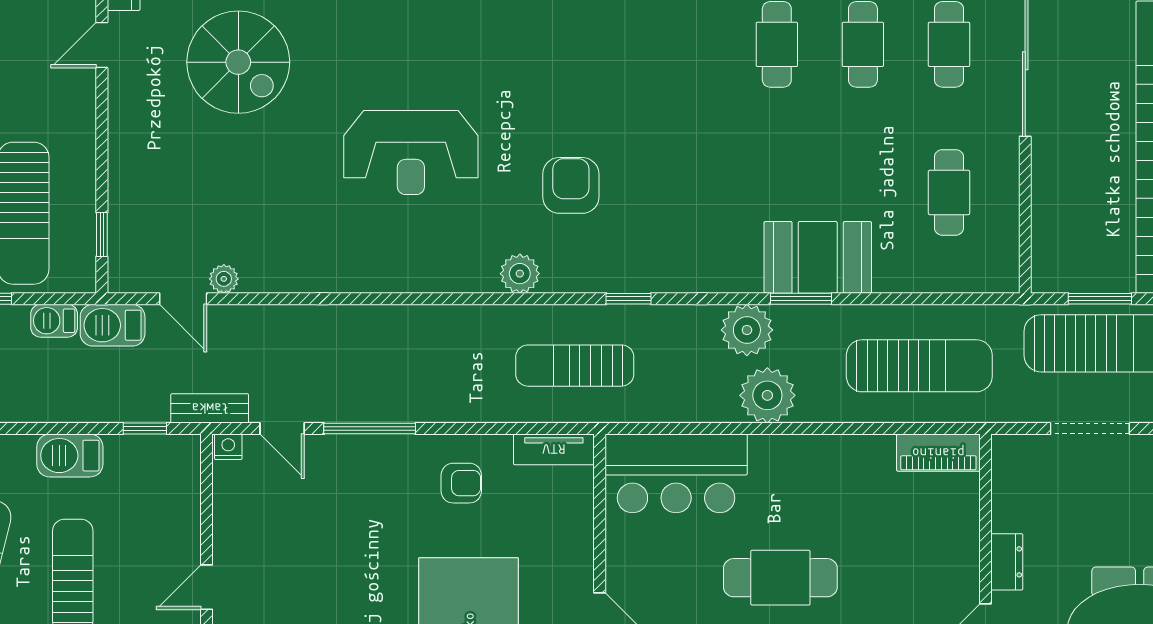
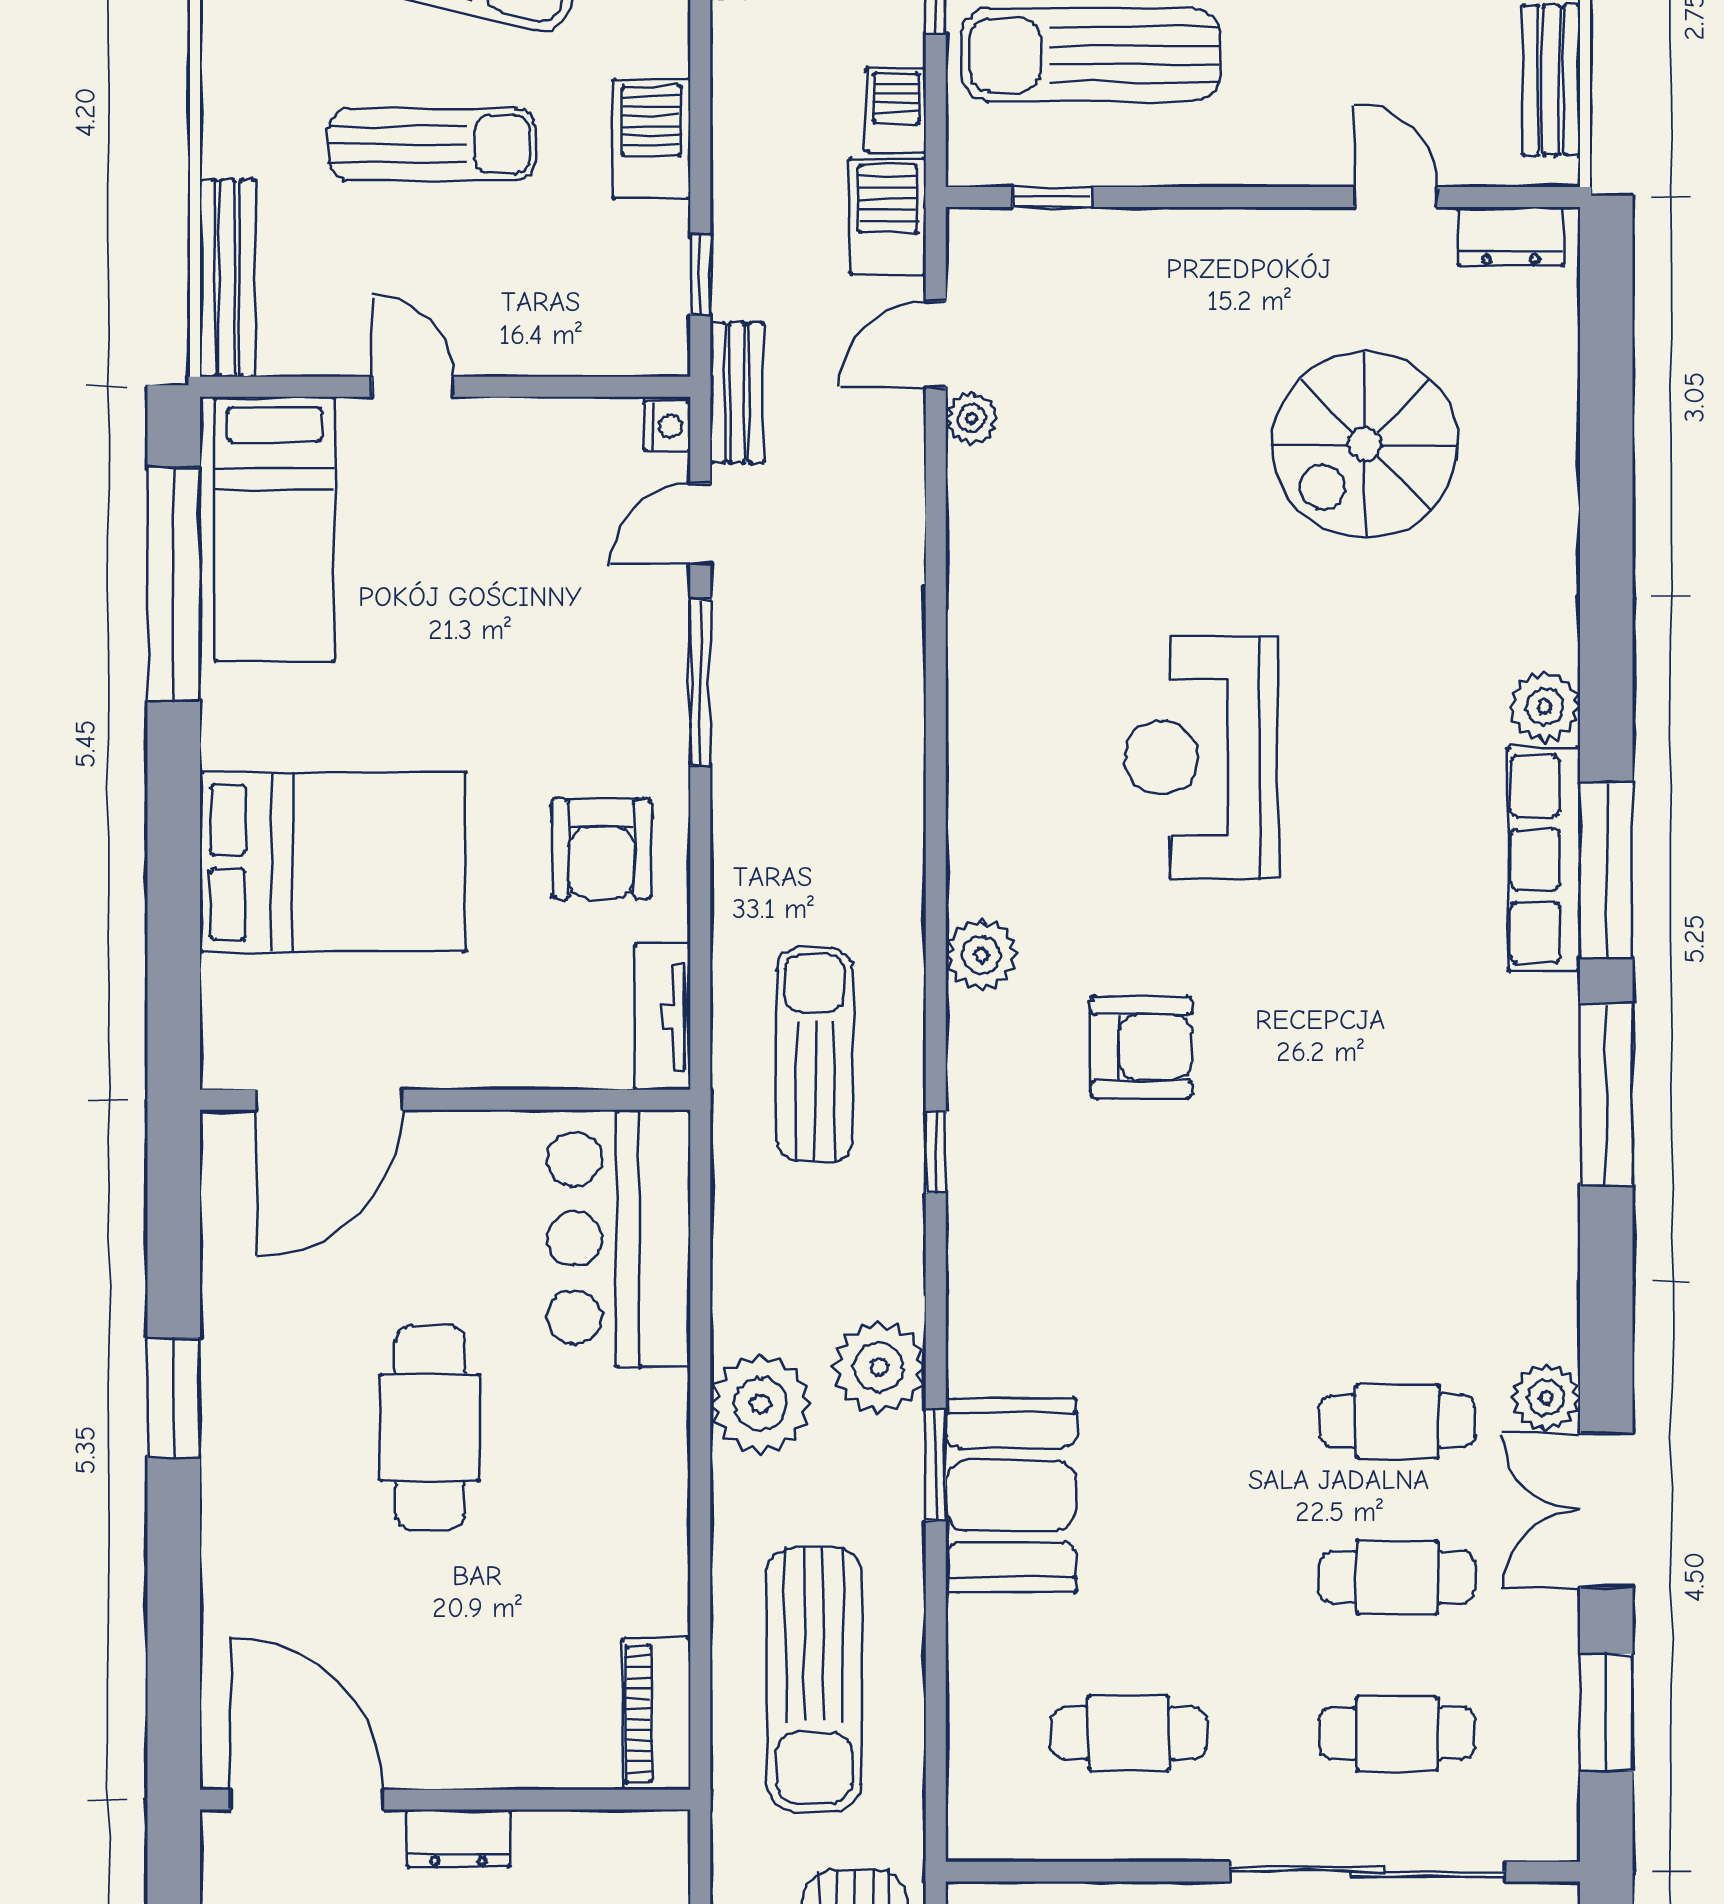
armchair: (461, 483) -> (601, 849), width x1.38, depth x1.38

